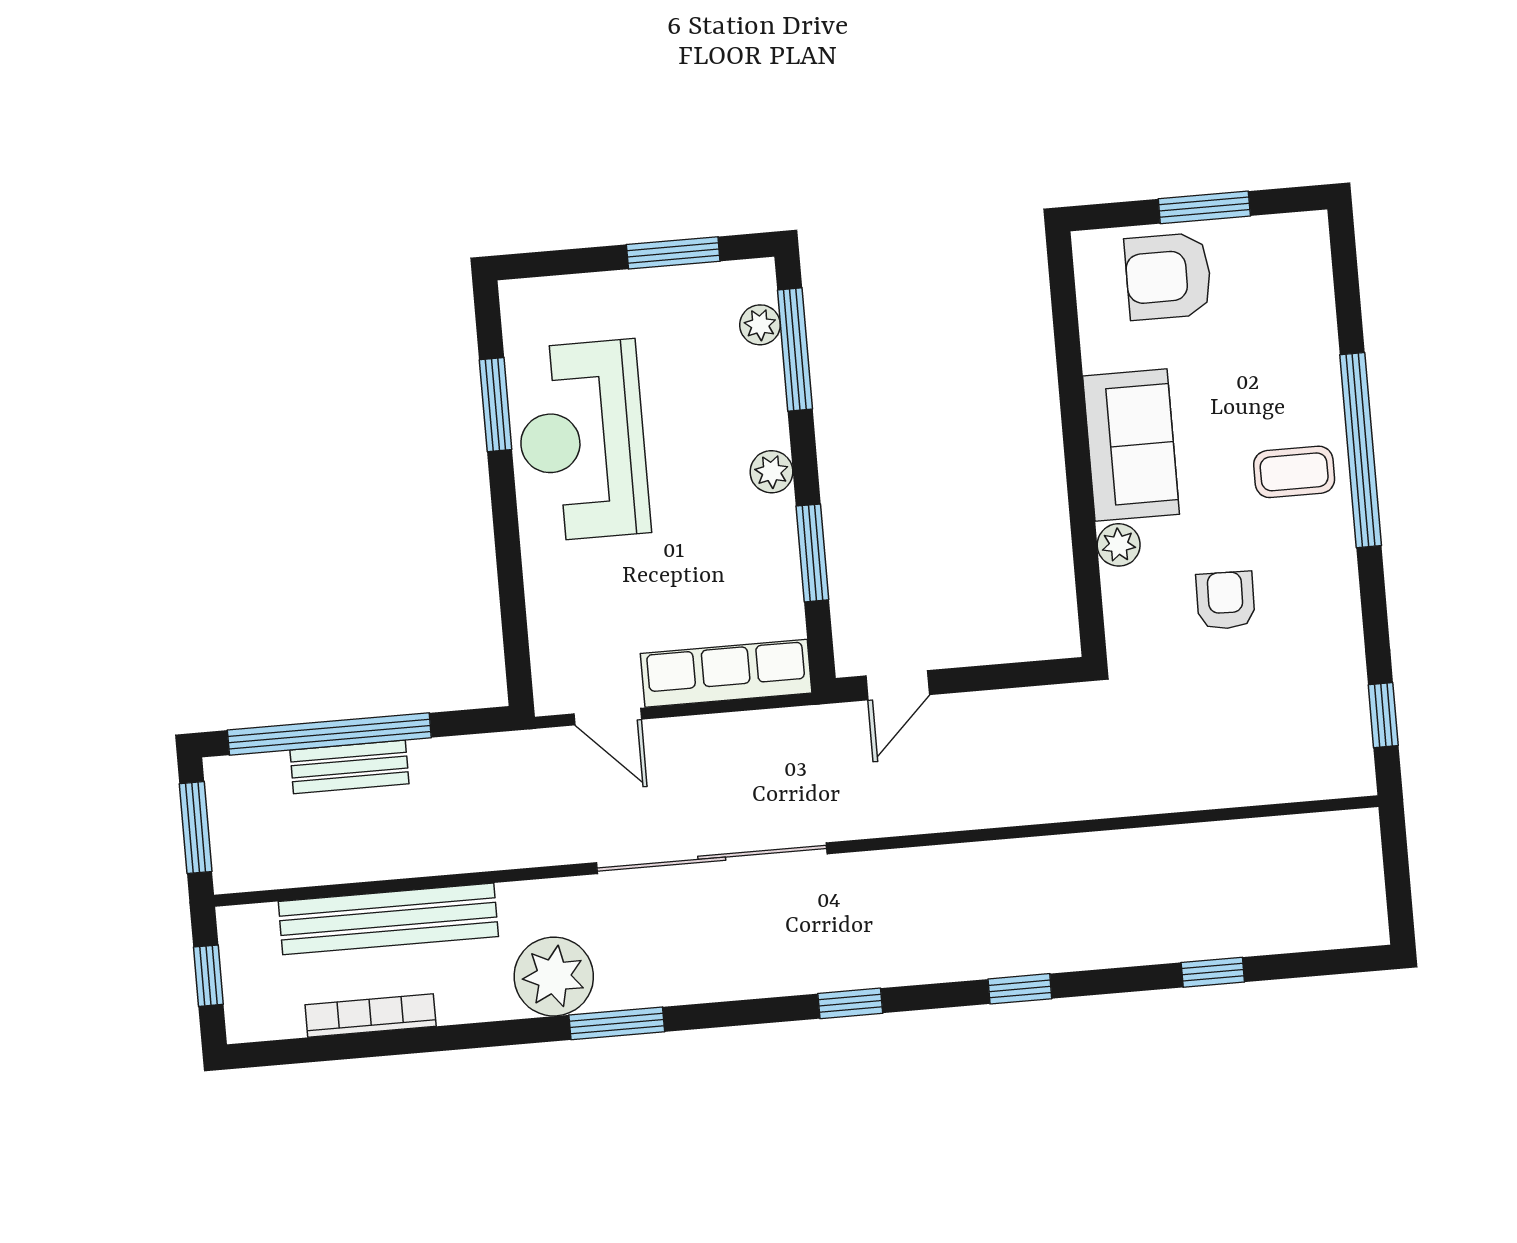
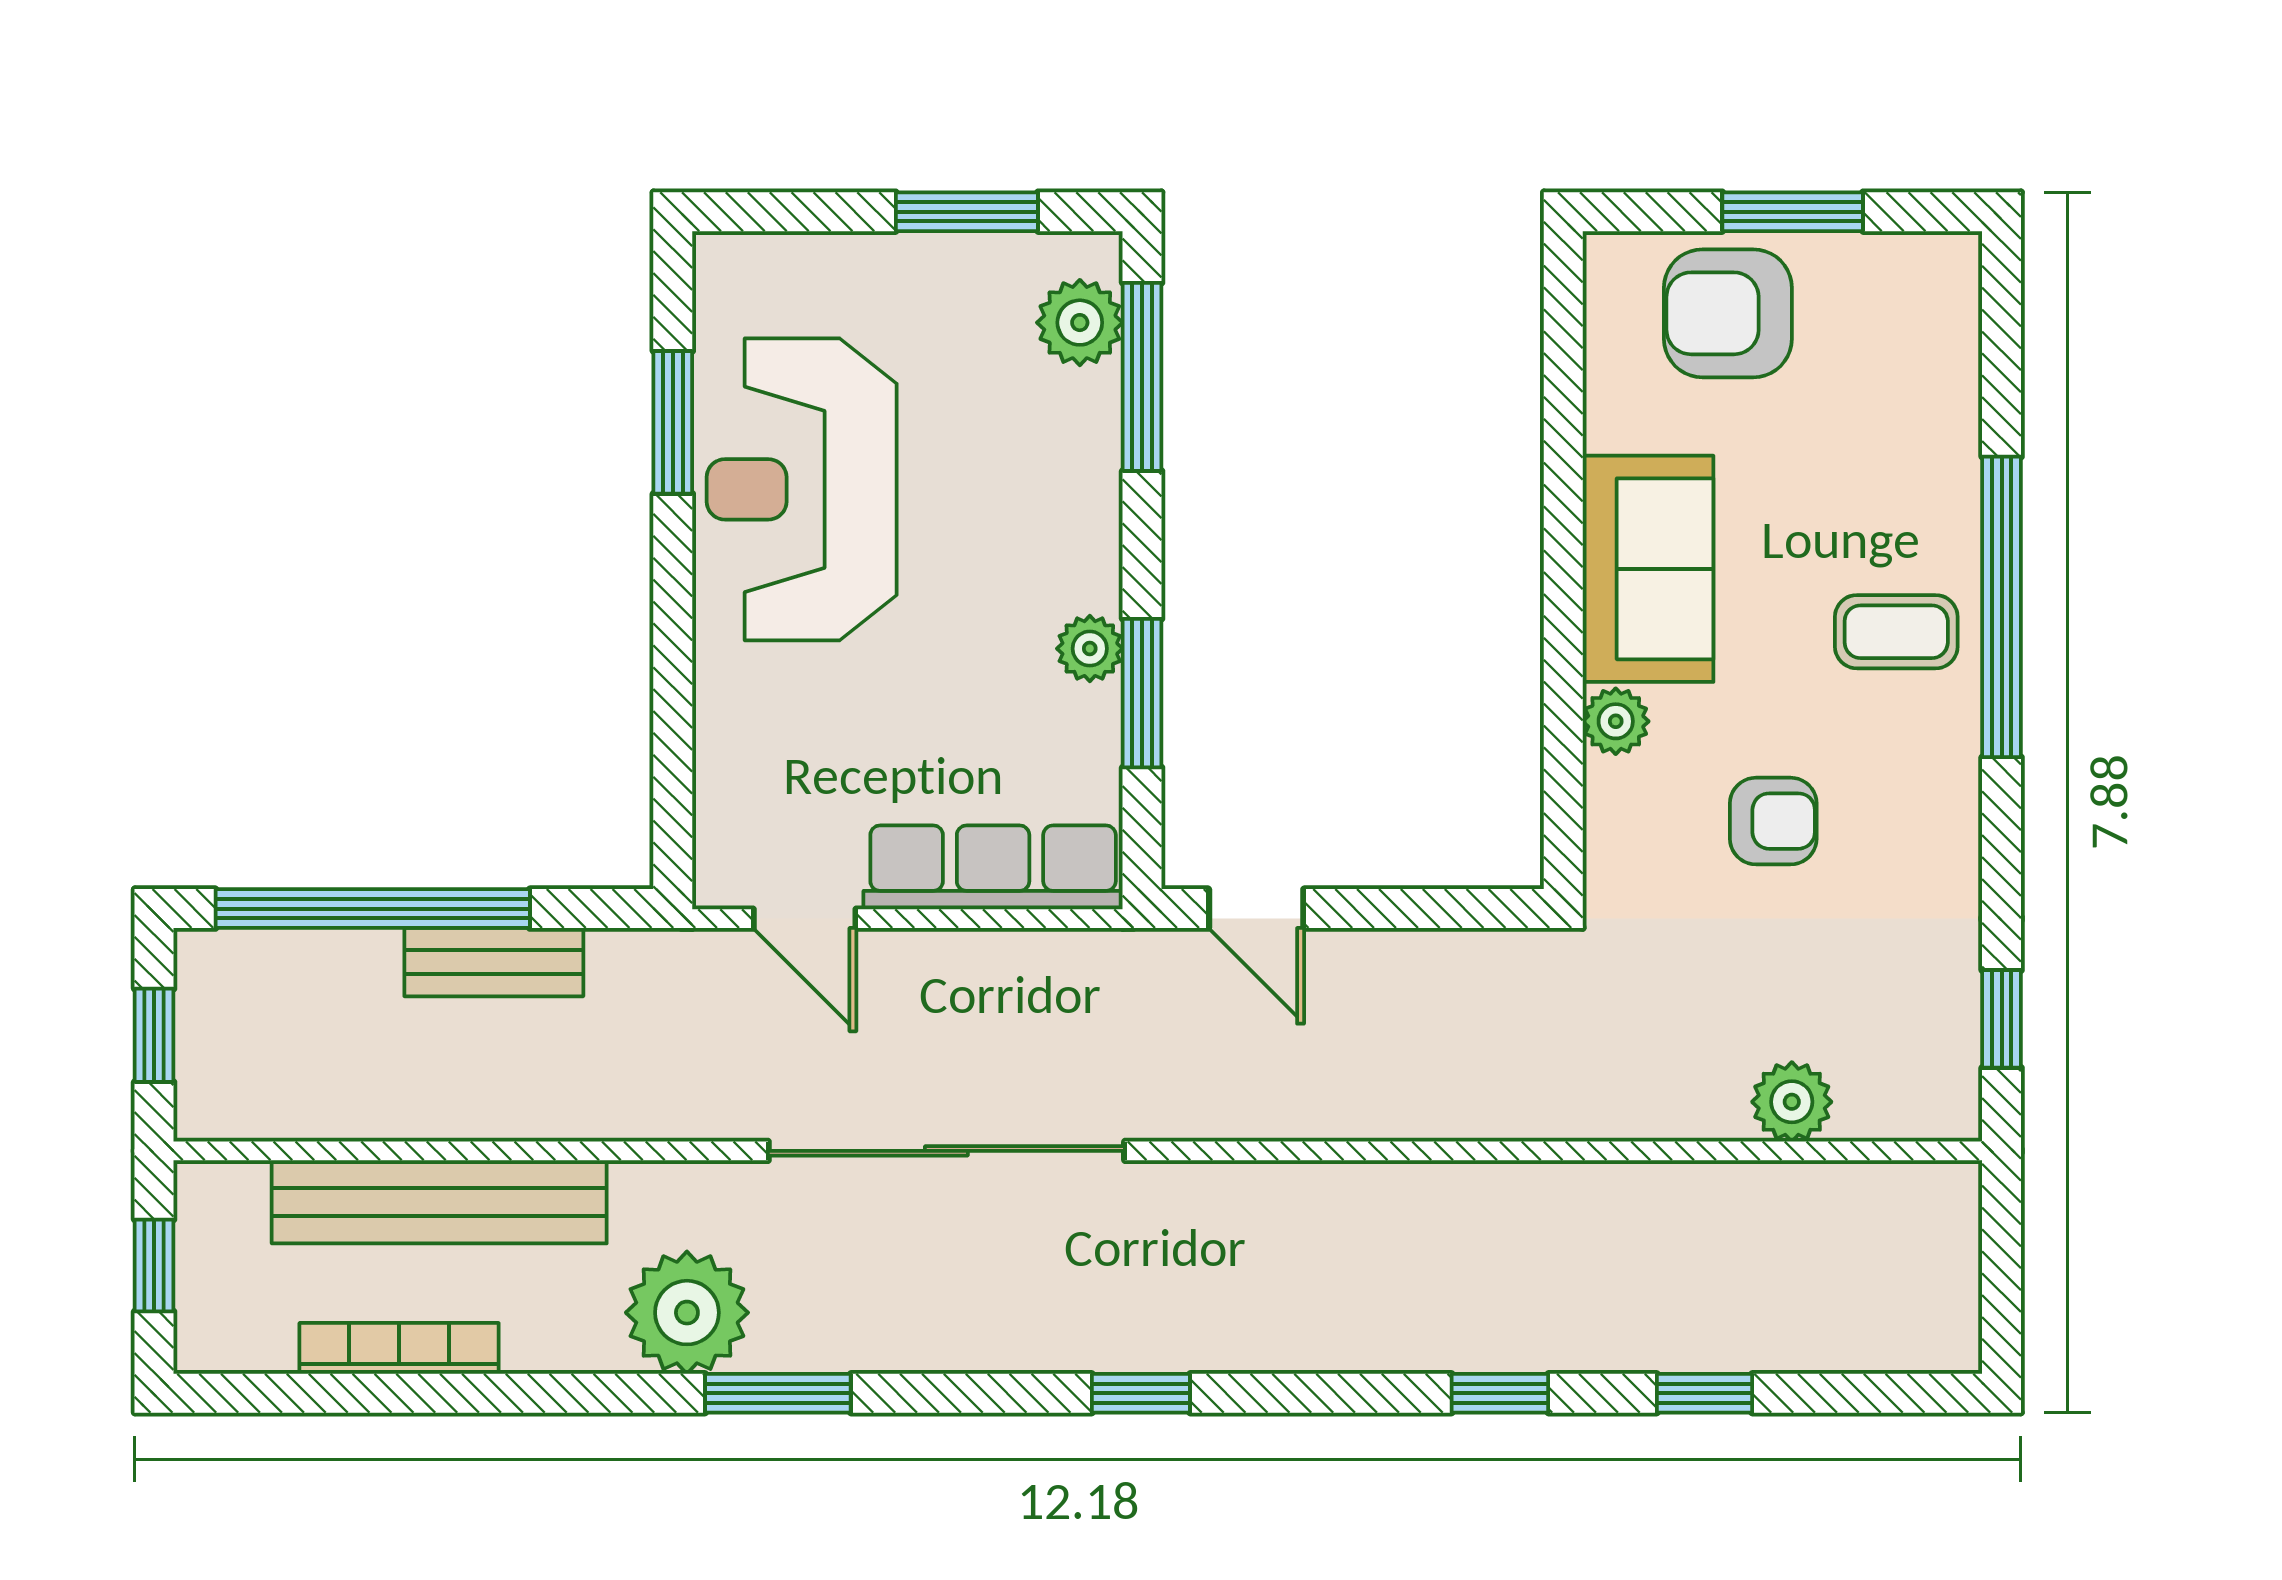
plant: (760, 325) -> (1080, 323), width x1.38, depth x1.38
plant: (772, 472) -> (1090, 649), moved
armchair: (1225, 600) -> (1773, 821), turned 89
door: (898, 685) -> (1256, 909), hinge flipped
bench: (349, 767) -> (494, 962), moved
plant: (1253, 780) -> (1792, 1102), added
window: (196, 828) -> (154, 1035), width x0.67
window: (1020, 989) -> (1500, 1393), moved

